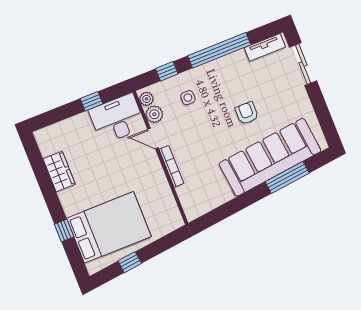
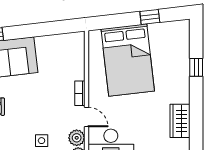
bookcase: (171, 166) -> (80, 93), width x0.64
bed: (109, 227) -> (128, 60), moved, turned -97

